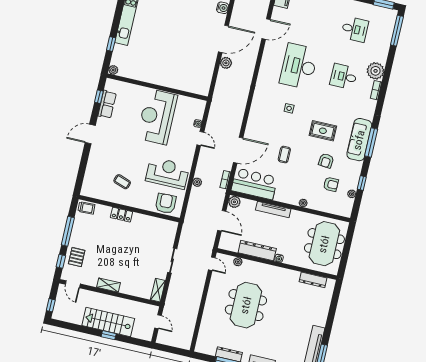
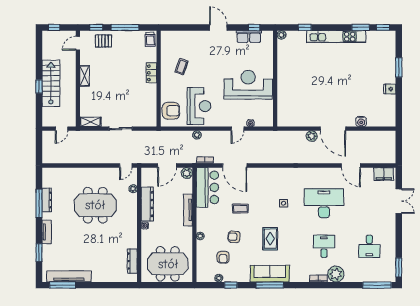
armchair: (326, 161) -> (234, 237), moved

